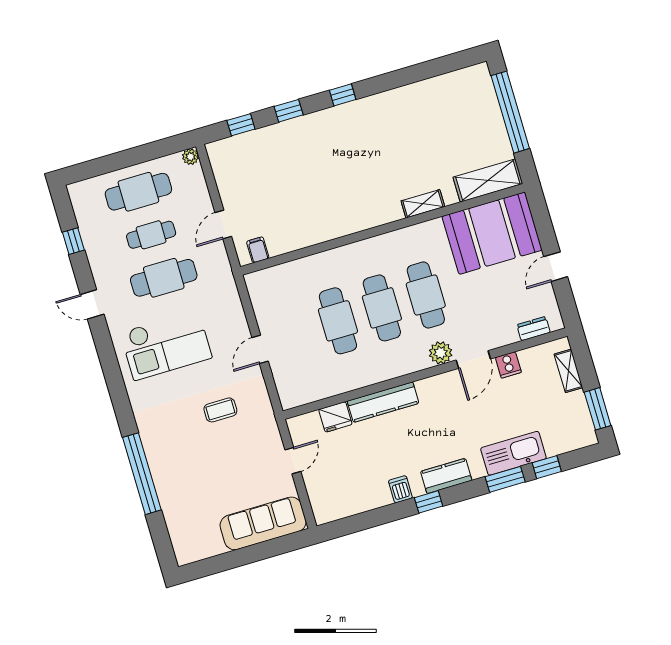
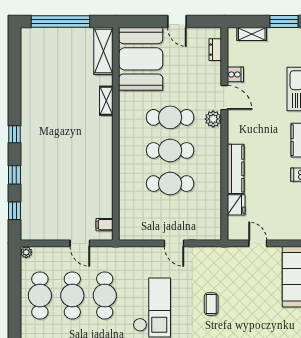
cafe table: (151, 235) -> (72, 295), width x1.37, depth x1.35
coffee table: (220, 410) -> (211, 304), moved

